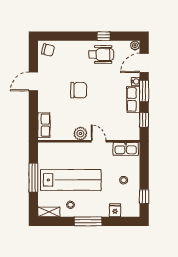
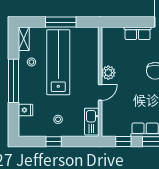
row of seats: (44, 125) -> (138, 33), moved
lab bench: (71, 180) -> (58, 62), turned 180
window: (144, 197) -> (54, 141), moved
window: (88, 221) -> (14, 81), width x1.46

